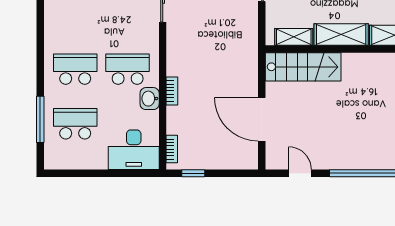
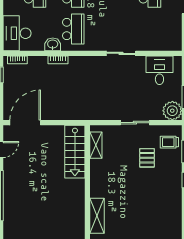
shelving: (341, 35) -> (97, 178), removed
door: (262, 119) -> (25, 123), moved

